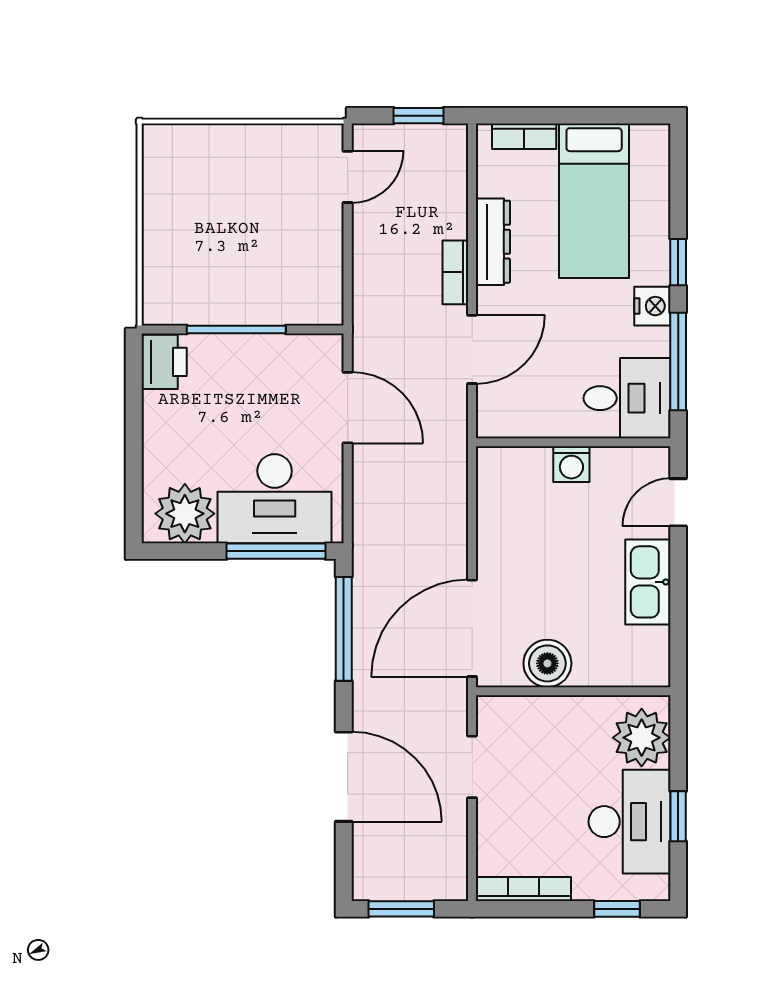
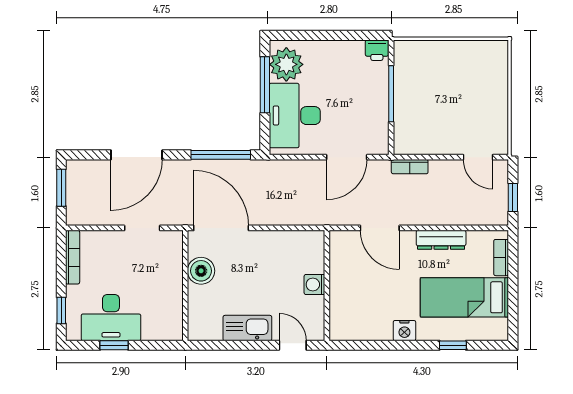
window: (678, 262) -> (453, 345), moved
bookcase: (455, 272) -> (410, 167), moved, turned 180
printer: (164, 362) -> (377, 50), width x0.73, depth x0.81
window: (678, 362) -> (373, 345), removed
desk: (627, 398) -> (352, 316), removed
window: (276, 551) -> (265, 85), moved
plant: (642, 738) -> (159, 324), removed

